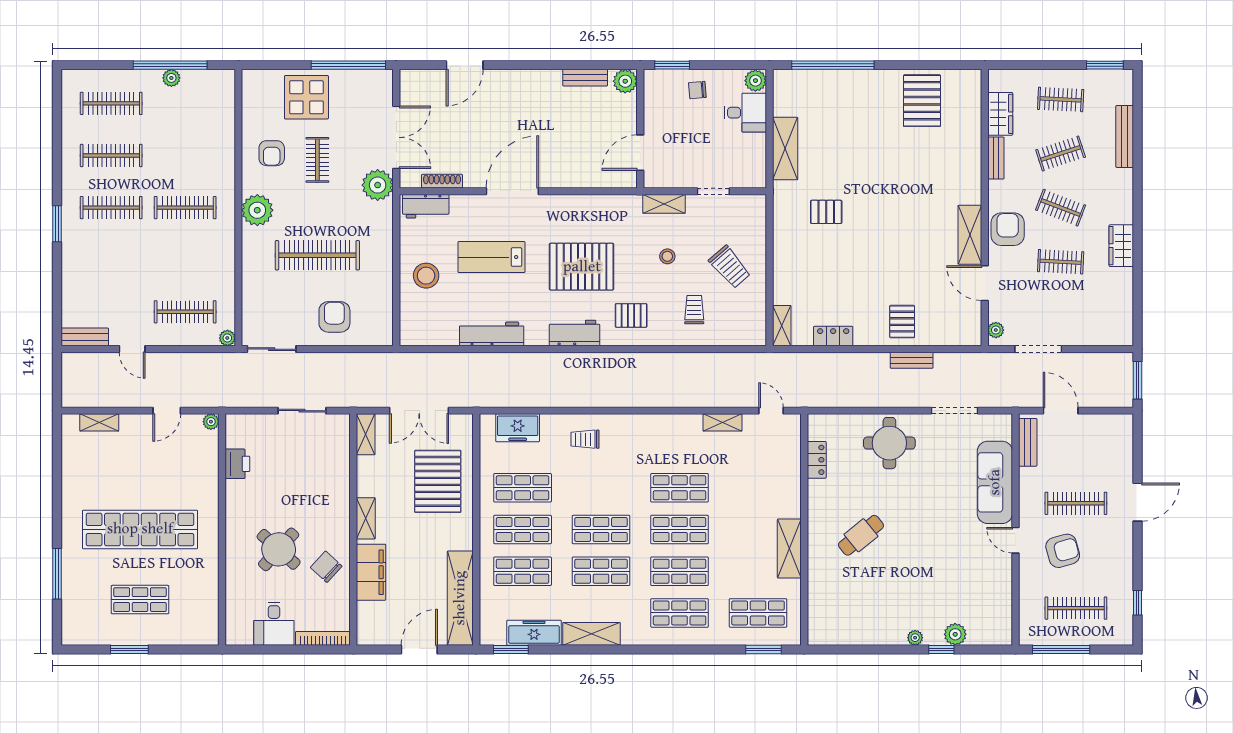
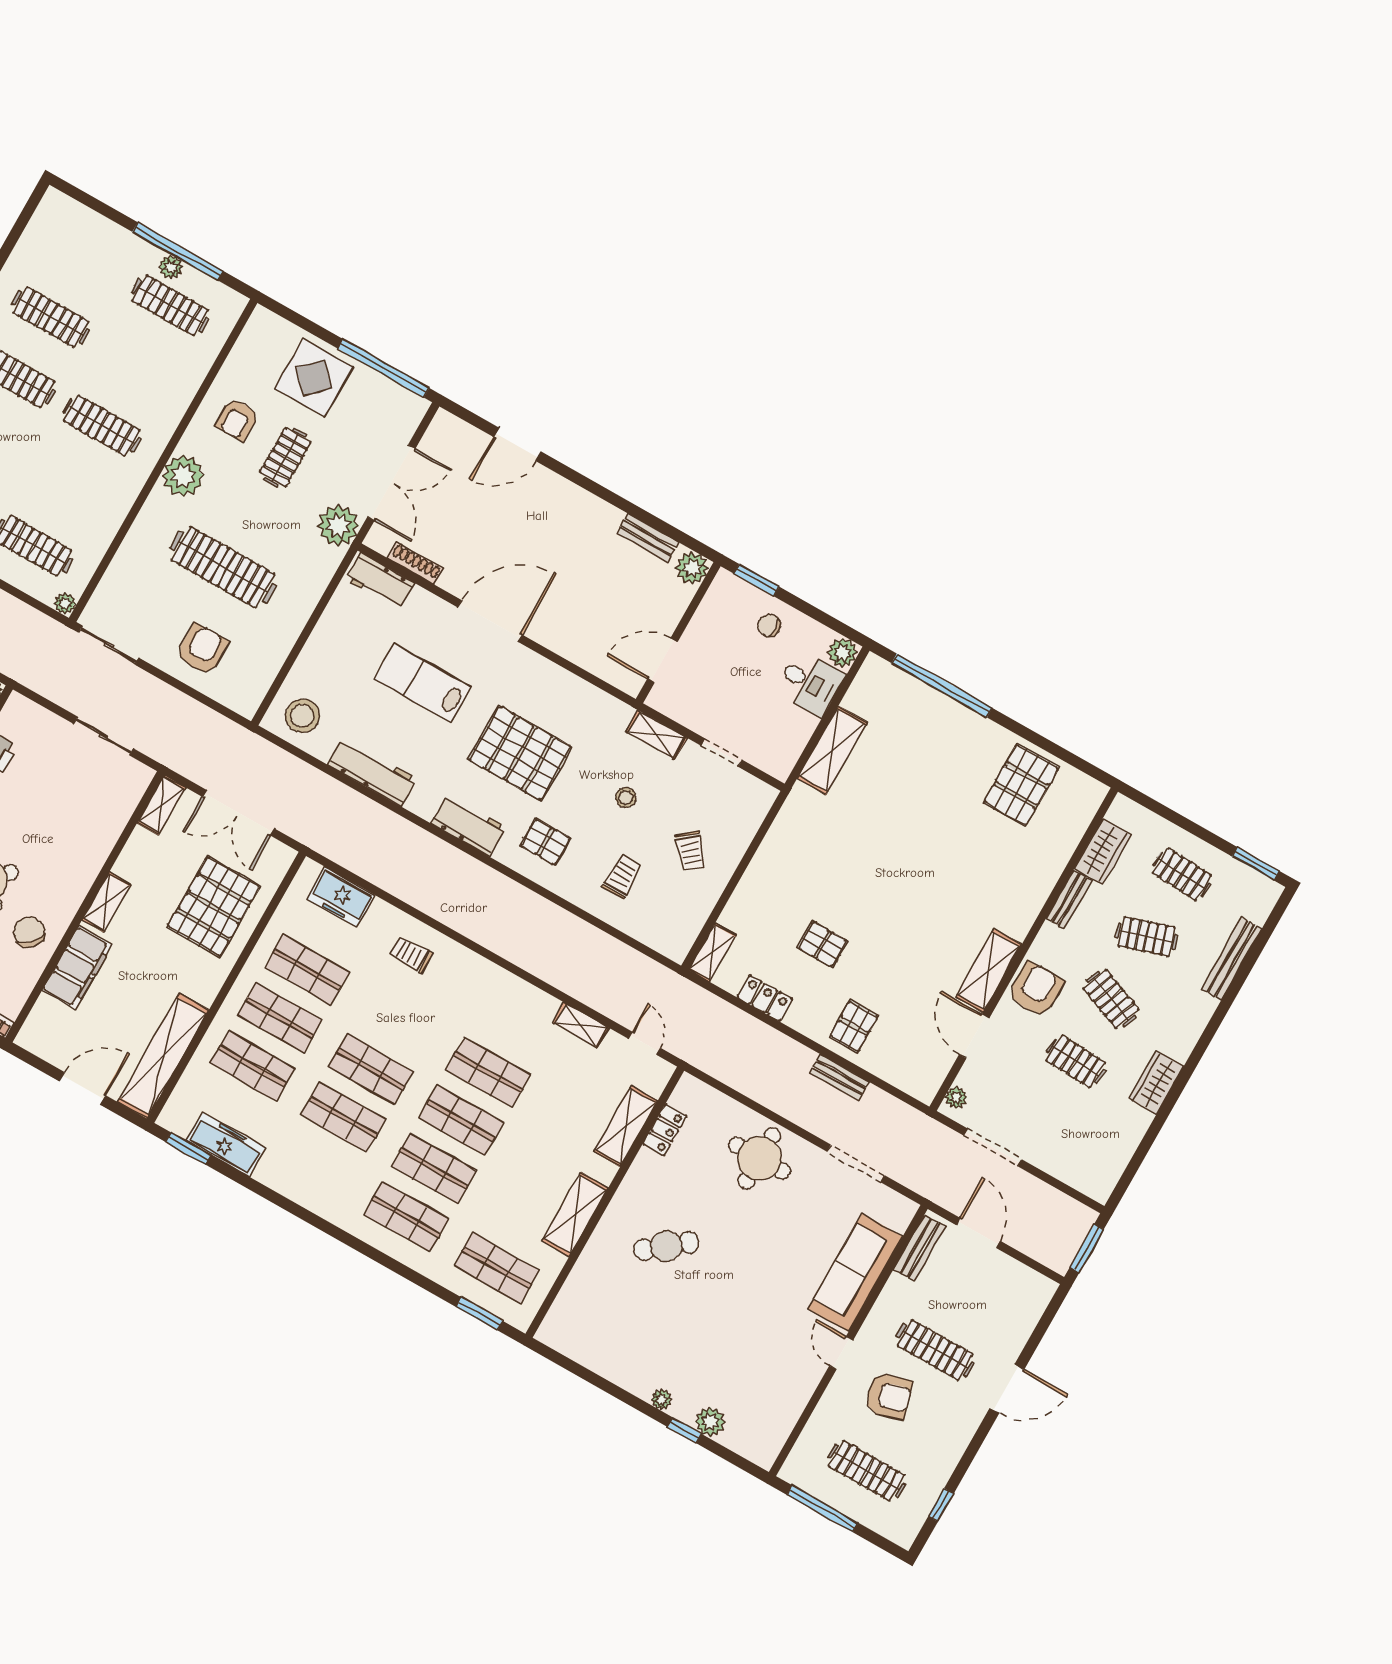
clothes rail: (111, 103) -> (170, 305), moved
pallet: (826, 212) -> (822, 944), moved
trolley: (730, 267) -> (691, 851), width x0.73, depth x0.72
stool: (426, 276) -> (303, 716), moved
shelving: (591, 634) -> (626, 1126), moved, turned 90

